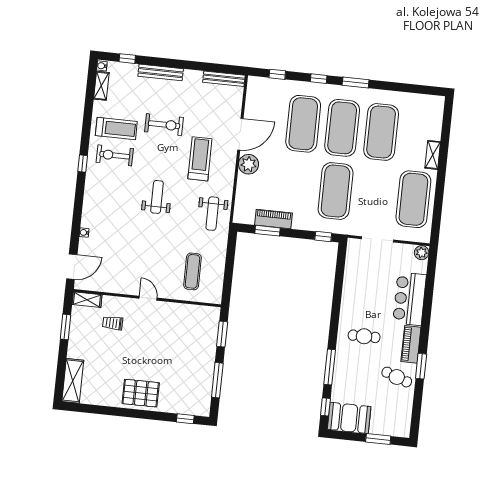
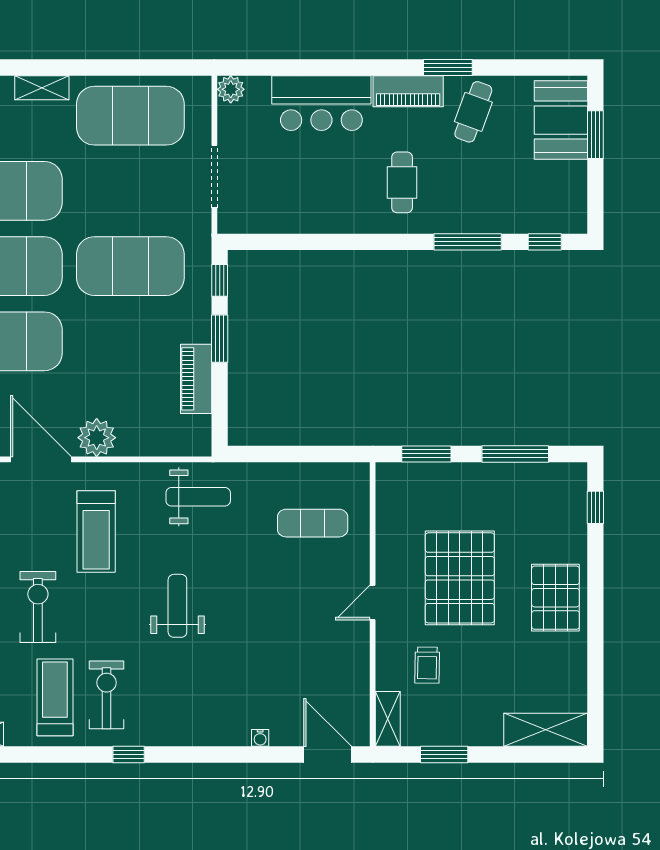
exercise bike: (115, 155) -> (107, 695), turned 180
treadmill: (200, 159) -> (96, 532), turned -90
weight bench: (157, 197) -> (177, 606), turned 90
window: (268, 231) -> (220, 339), moved
pallet: (156, 345) -> (460, 578), added
booth: (349, 418) -> (561, 120), moved

